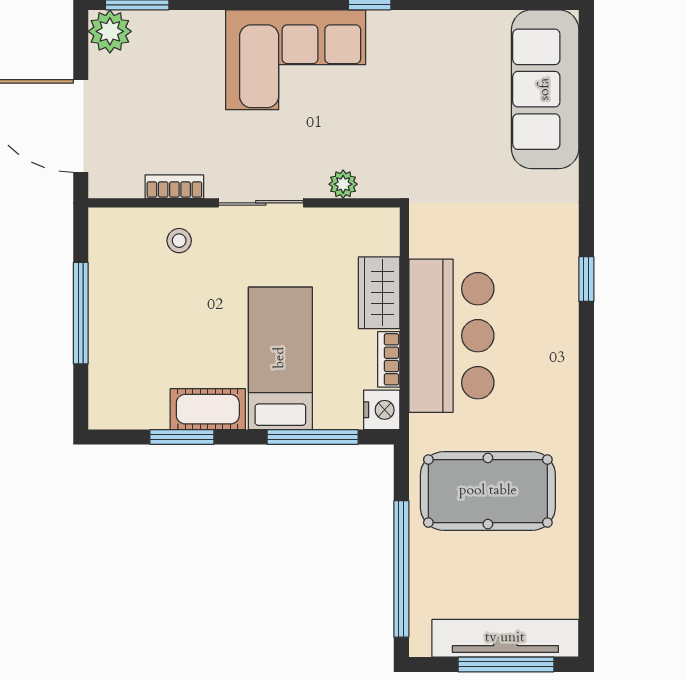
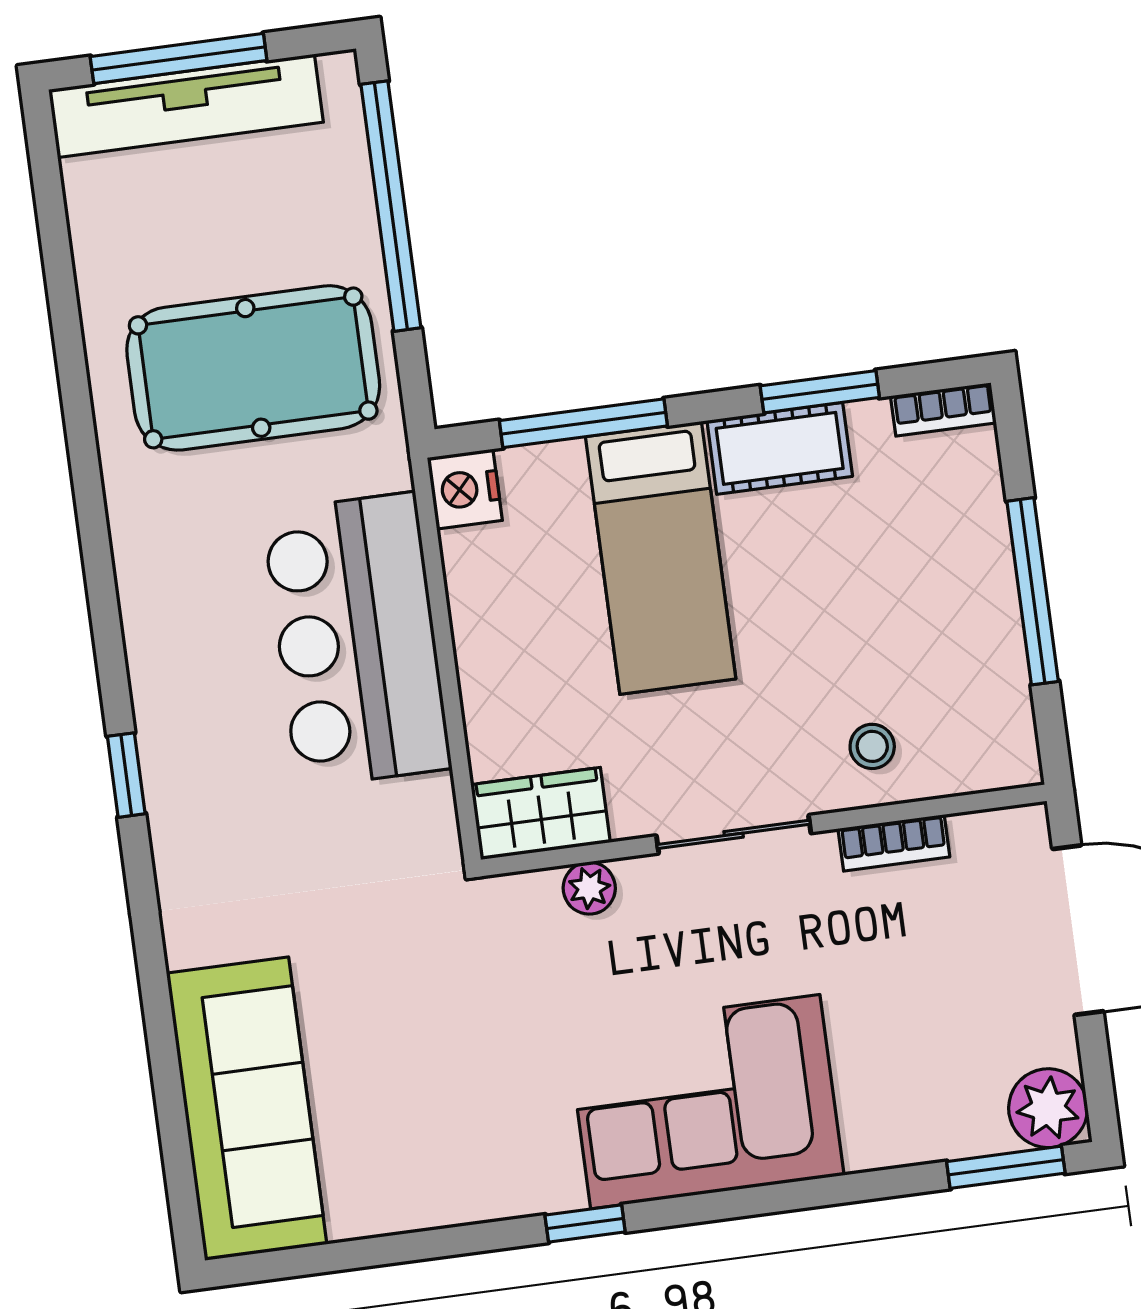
wardrobe: (379, 293) -> (541, 814), moved, turned -90
bookcase: (389, 359) -> (943, 409), moved, turned 90

